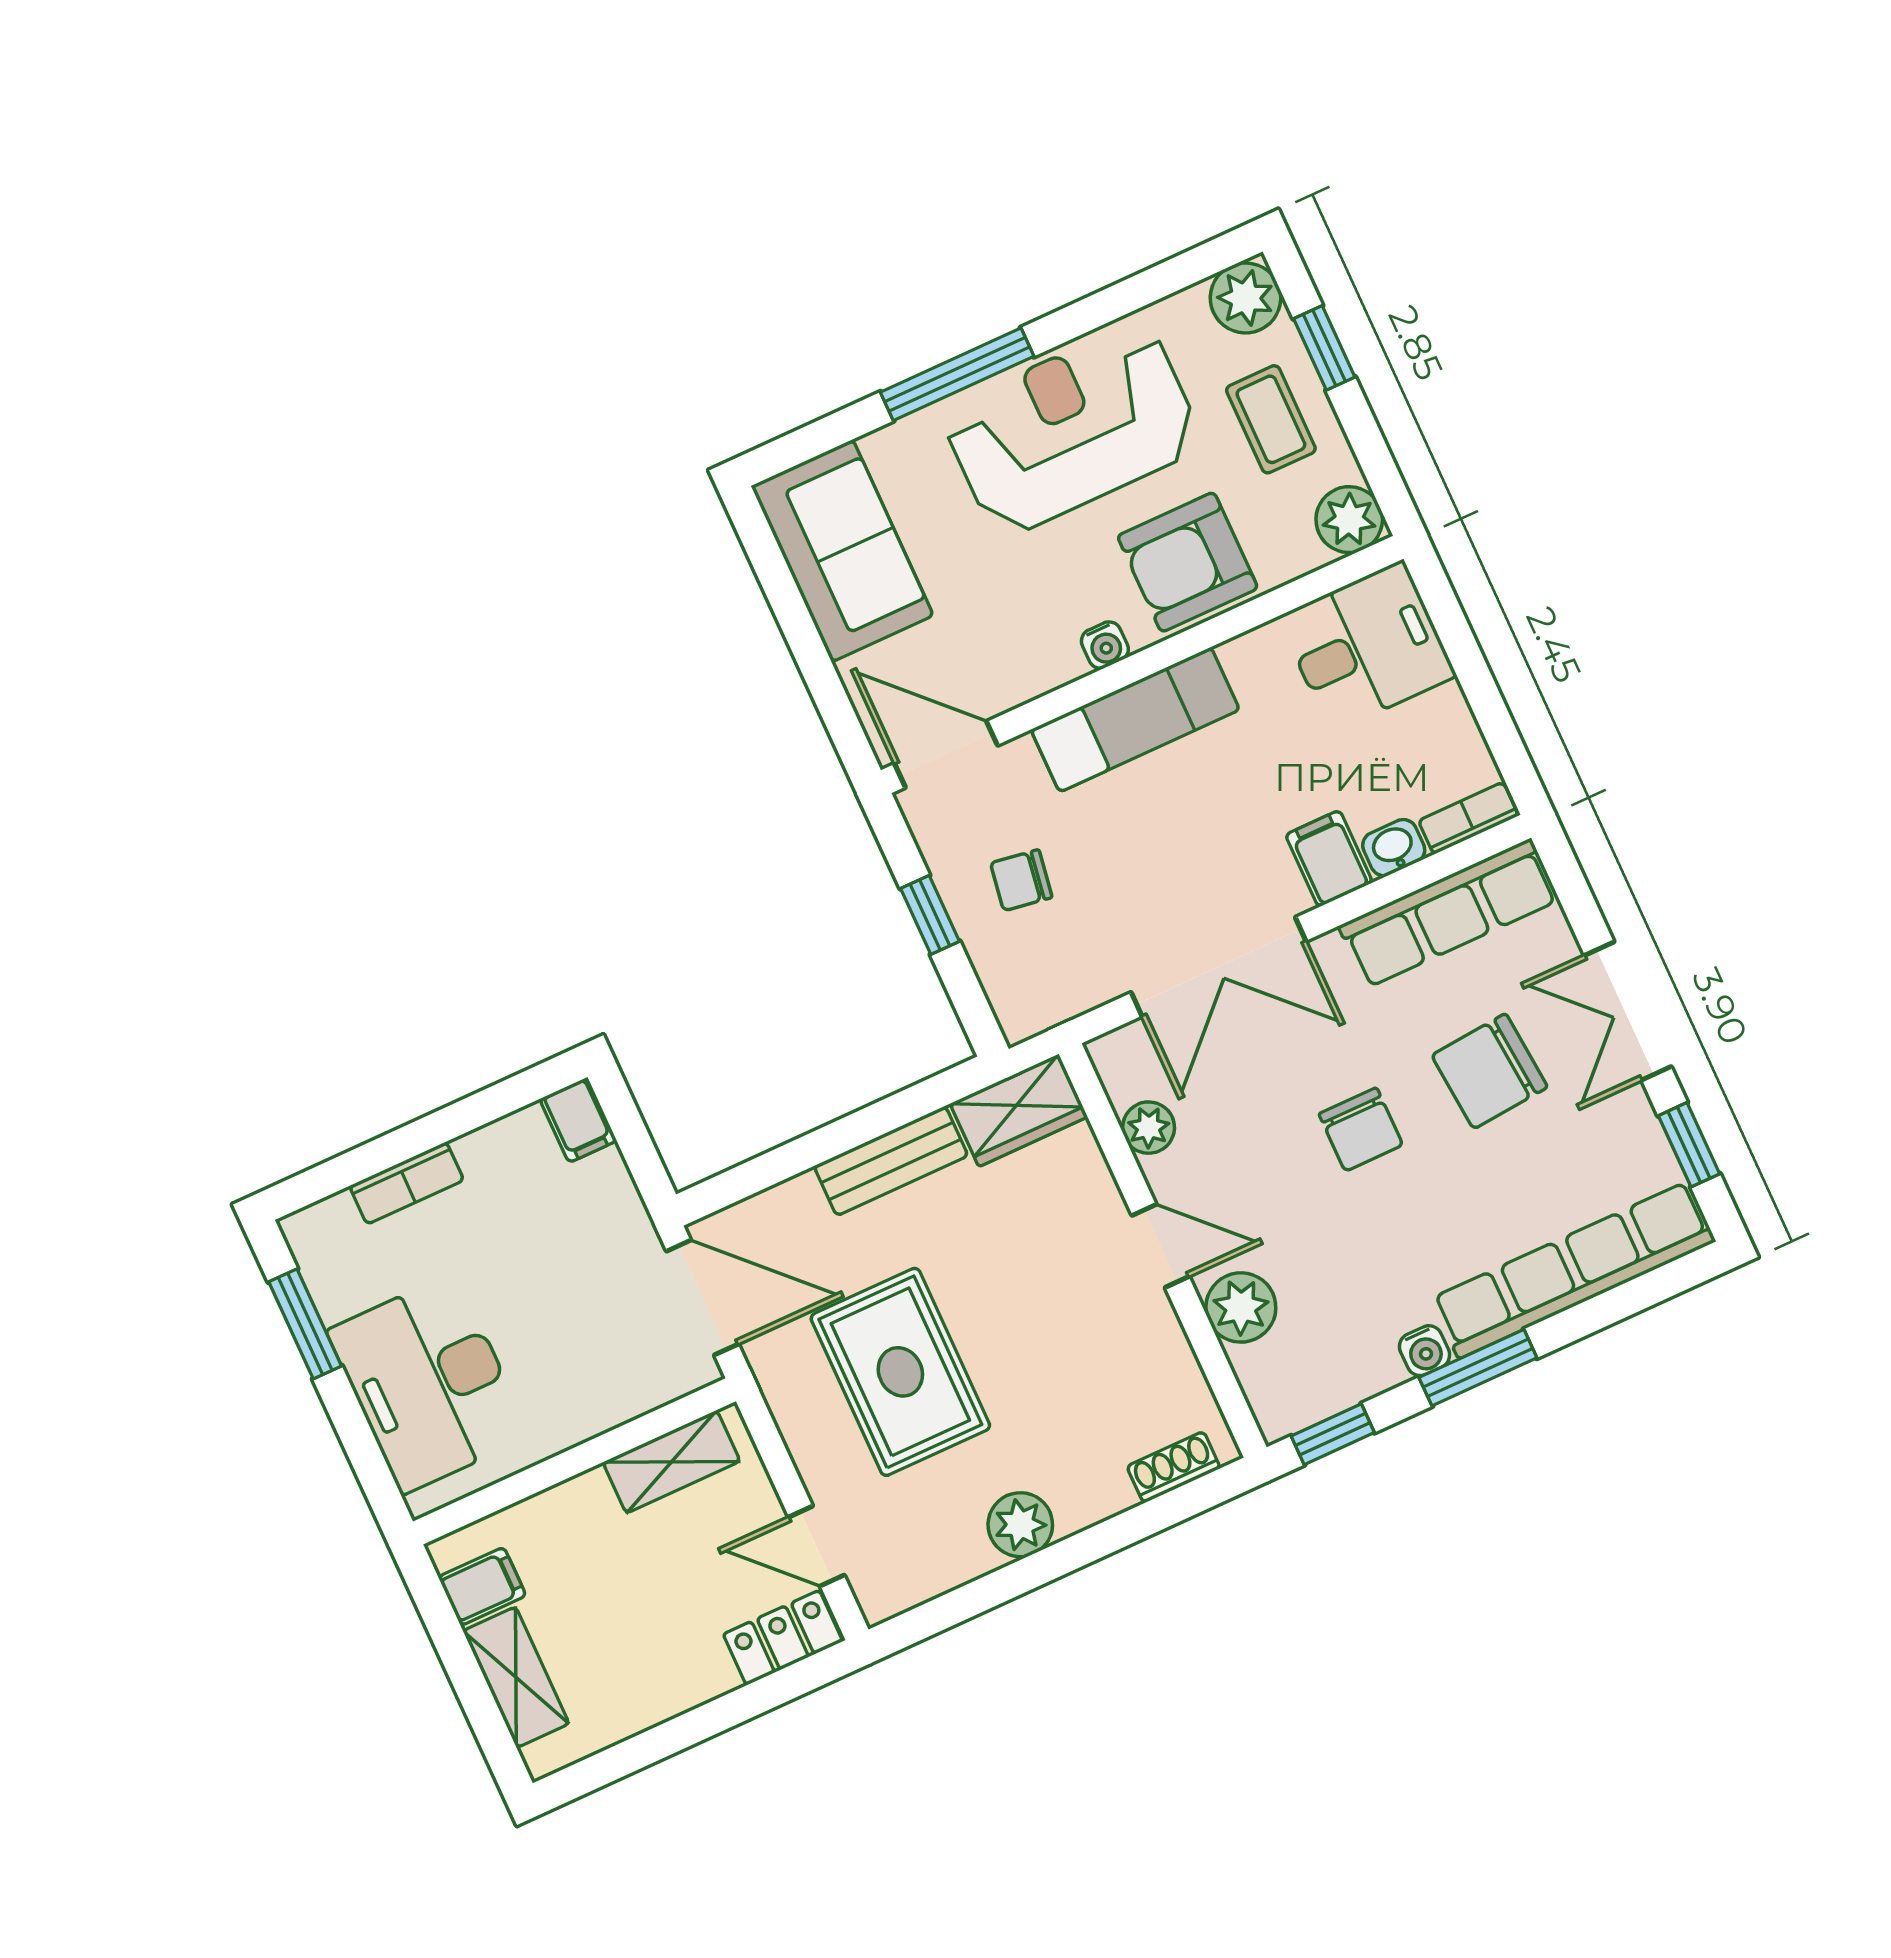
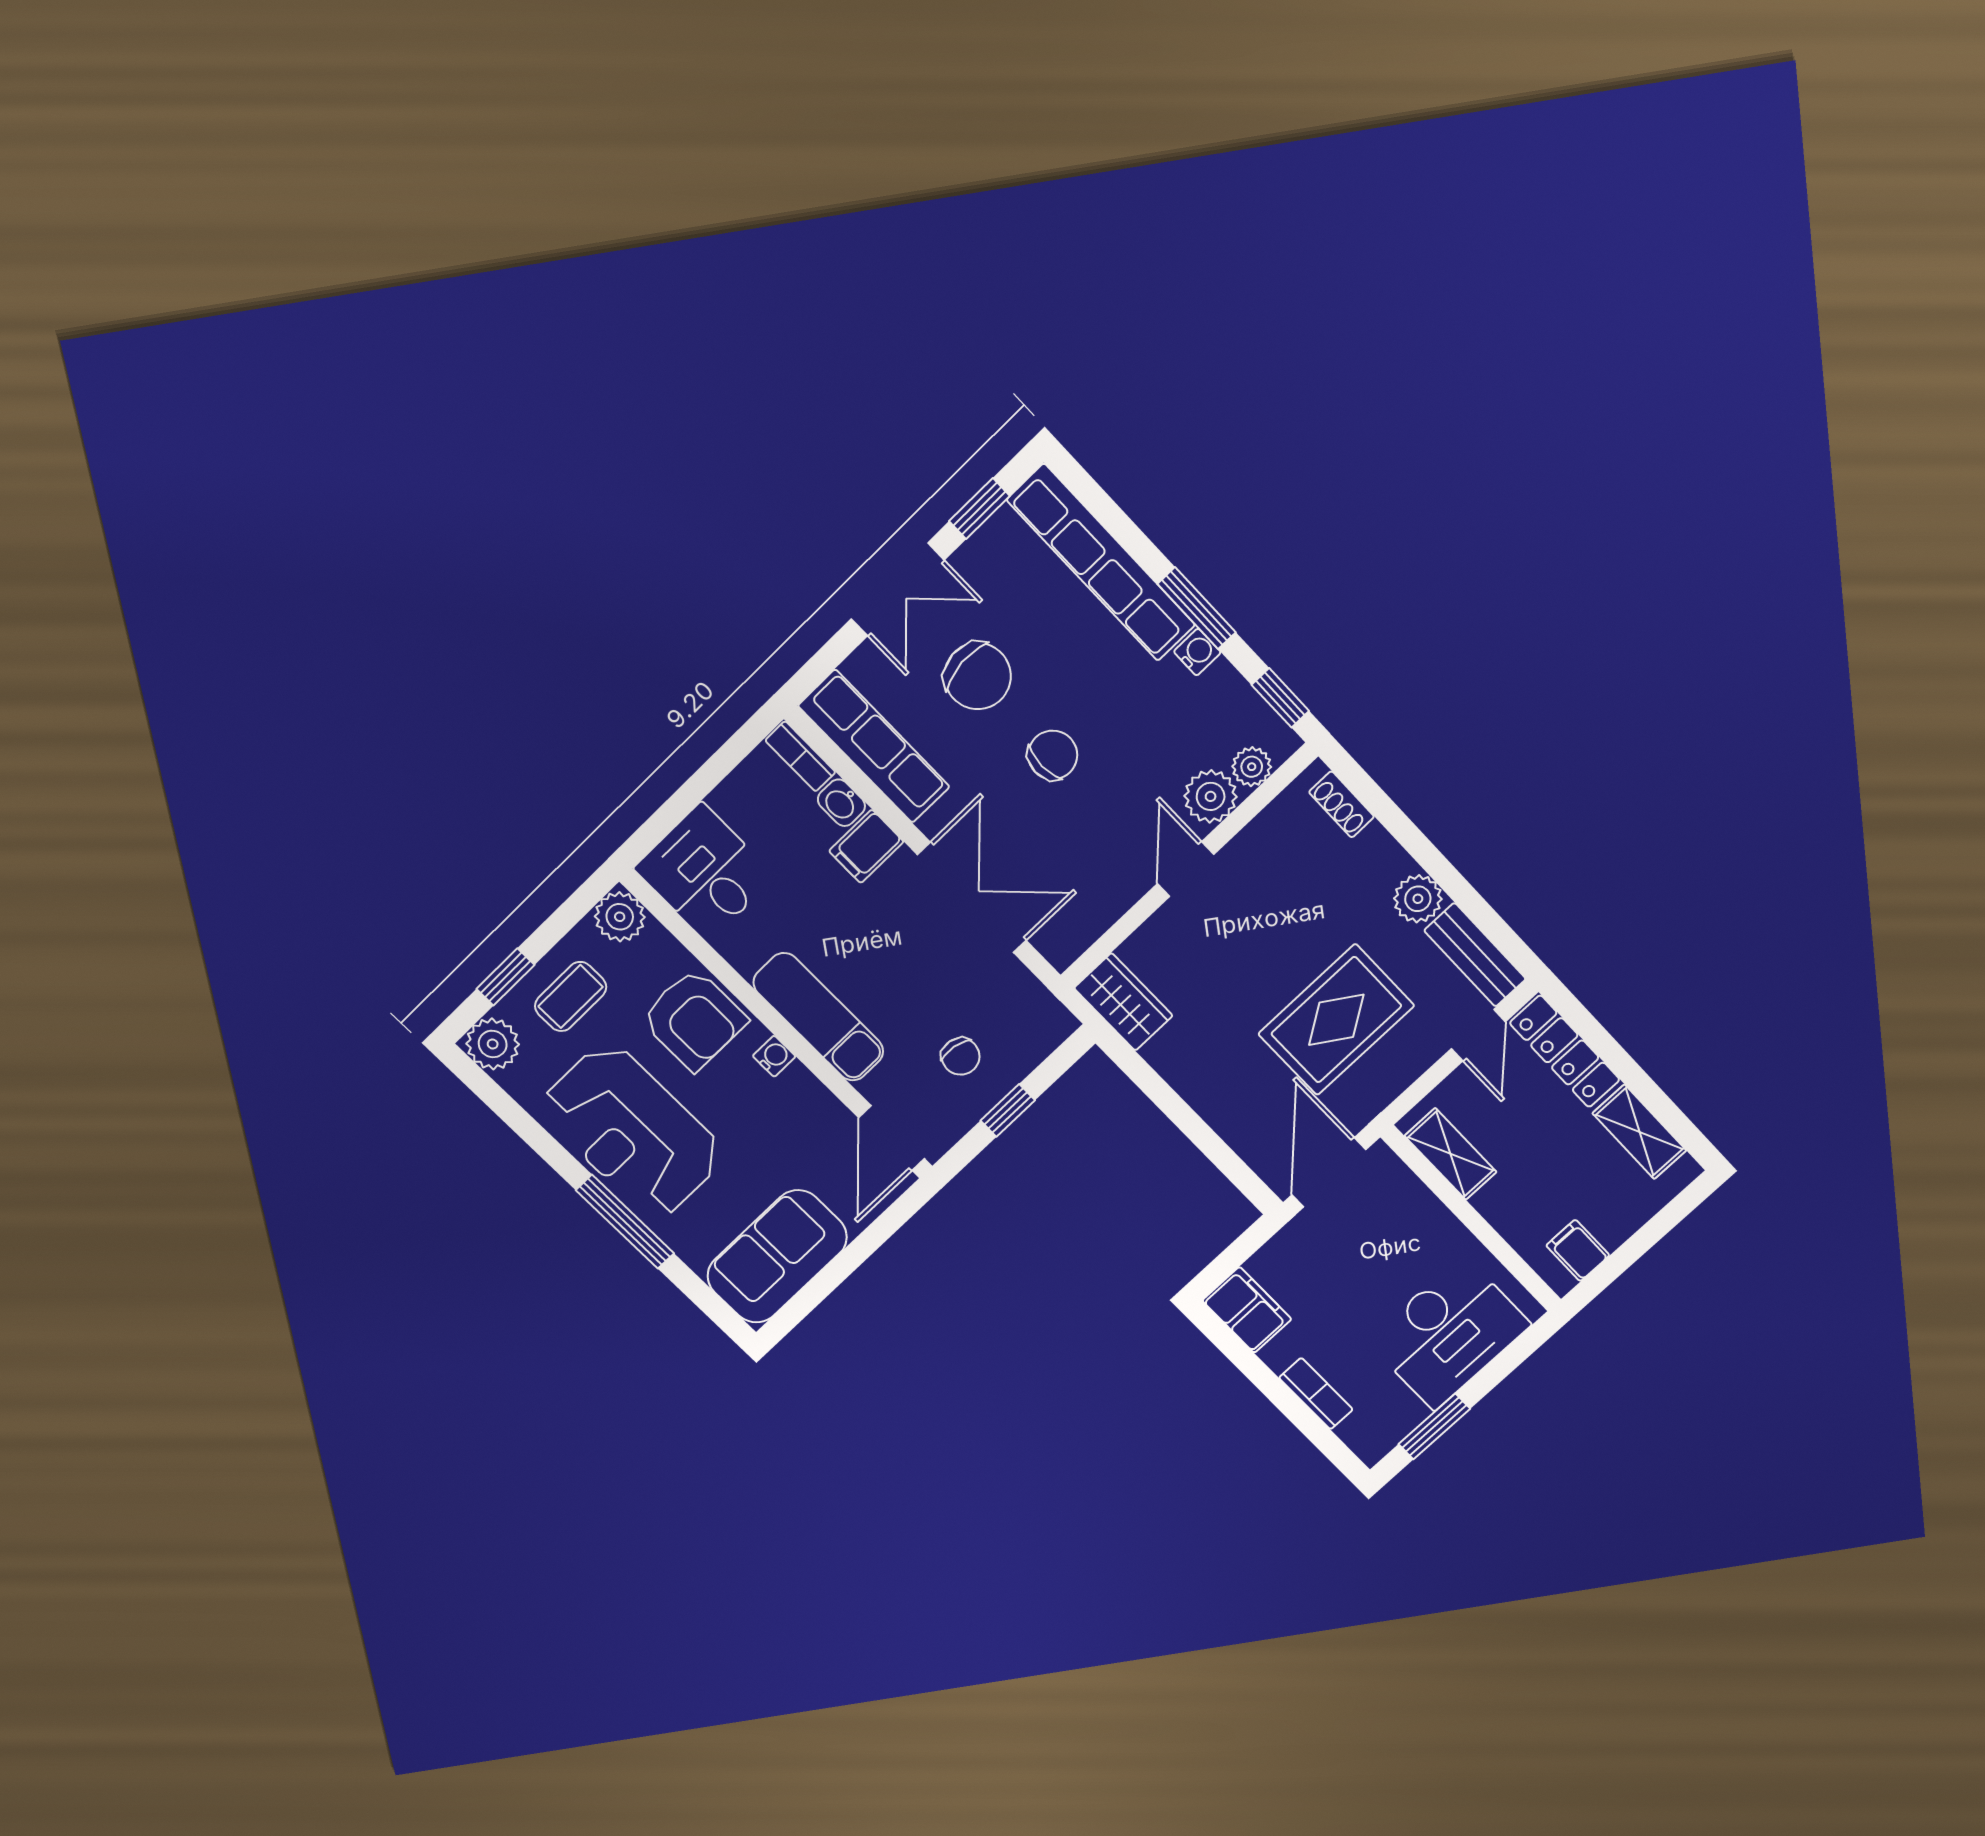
filing cabinet: (578, 1120) -> (1247, 1310), width x2.00
plant: (1149, 1128) -> (1252, 767), moved
bench: (891, 1161) -> (1475, 955), moved
locker: (783, 1638) -> (1565, 1051), width x1.53
shelving: (516, 1677) -> (1639, 1132), moved, turned 90

